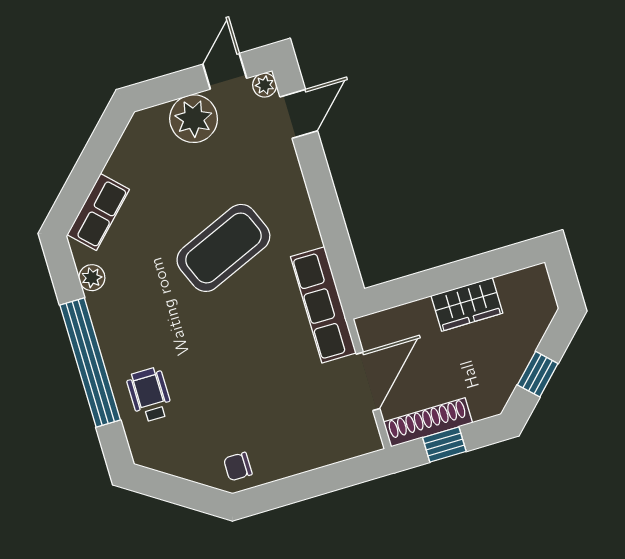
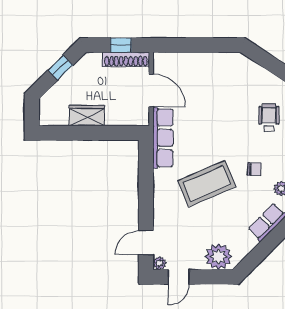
plant: (194, 119) -> (219, 257), moved
door: (368, 381) -> (151, 90), swing flipped
wheelchair: (149, 395) -> (269, 117), turned 180
chair: (238, 467) -> (254, 169), moved

